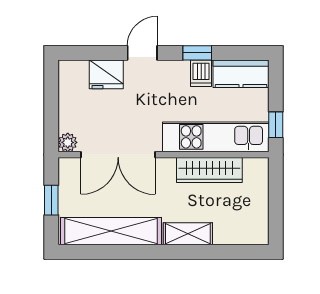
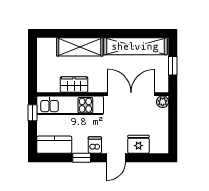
dishwasher: (201, 73) -> (95, 145), moved
wardrobe: (209, 170) -> (74, 84), width x0.67
shelving: (188, 234) -> (80, 47), width x1.50, depth x1.33

